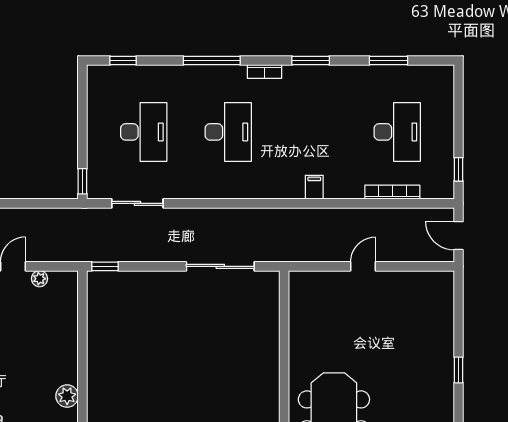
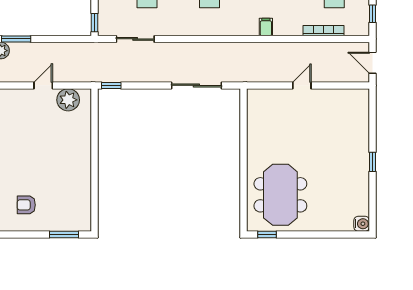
plant: (40, 279) -> (68, 100), width x1.88, depth x1.88
plant: (67, 396) -> (83, 181), removed

